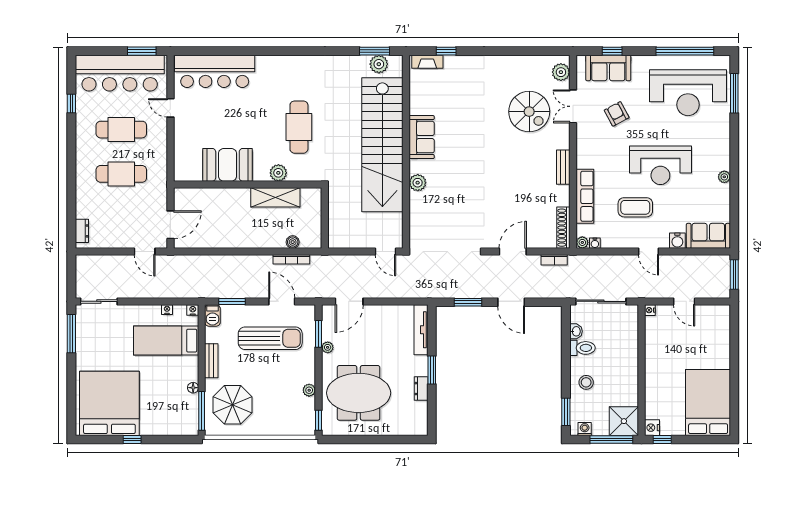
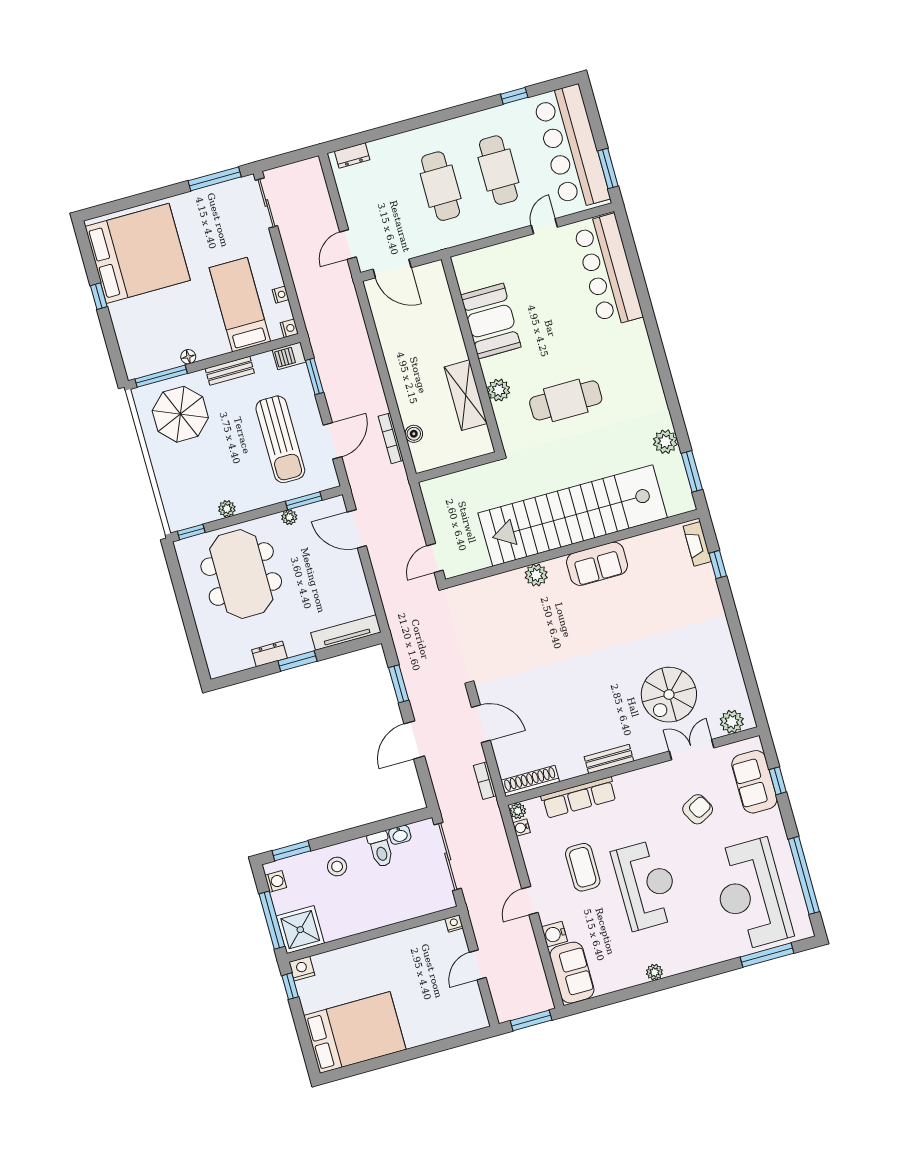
plant: (379, 64) -> (665, 442), moved
reception desk: (660, 165) -> (646, 885), turned 180

